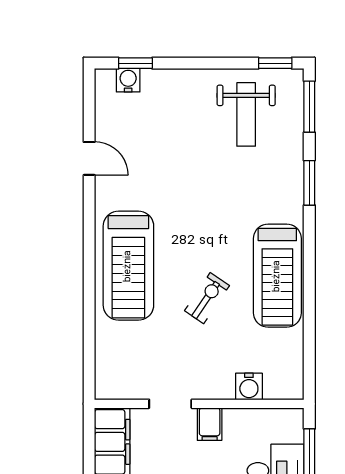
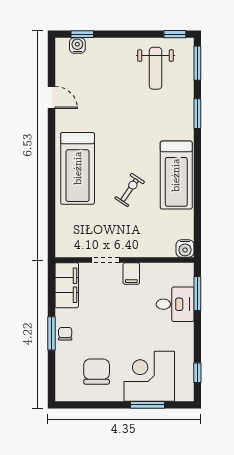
water cooler: (249, 387) -> (185, 249), moved

